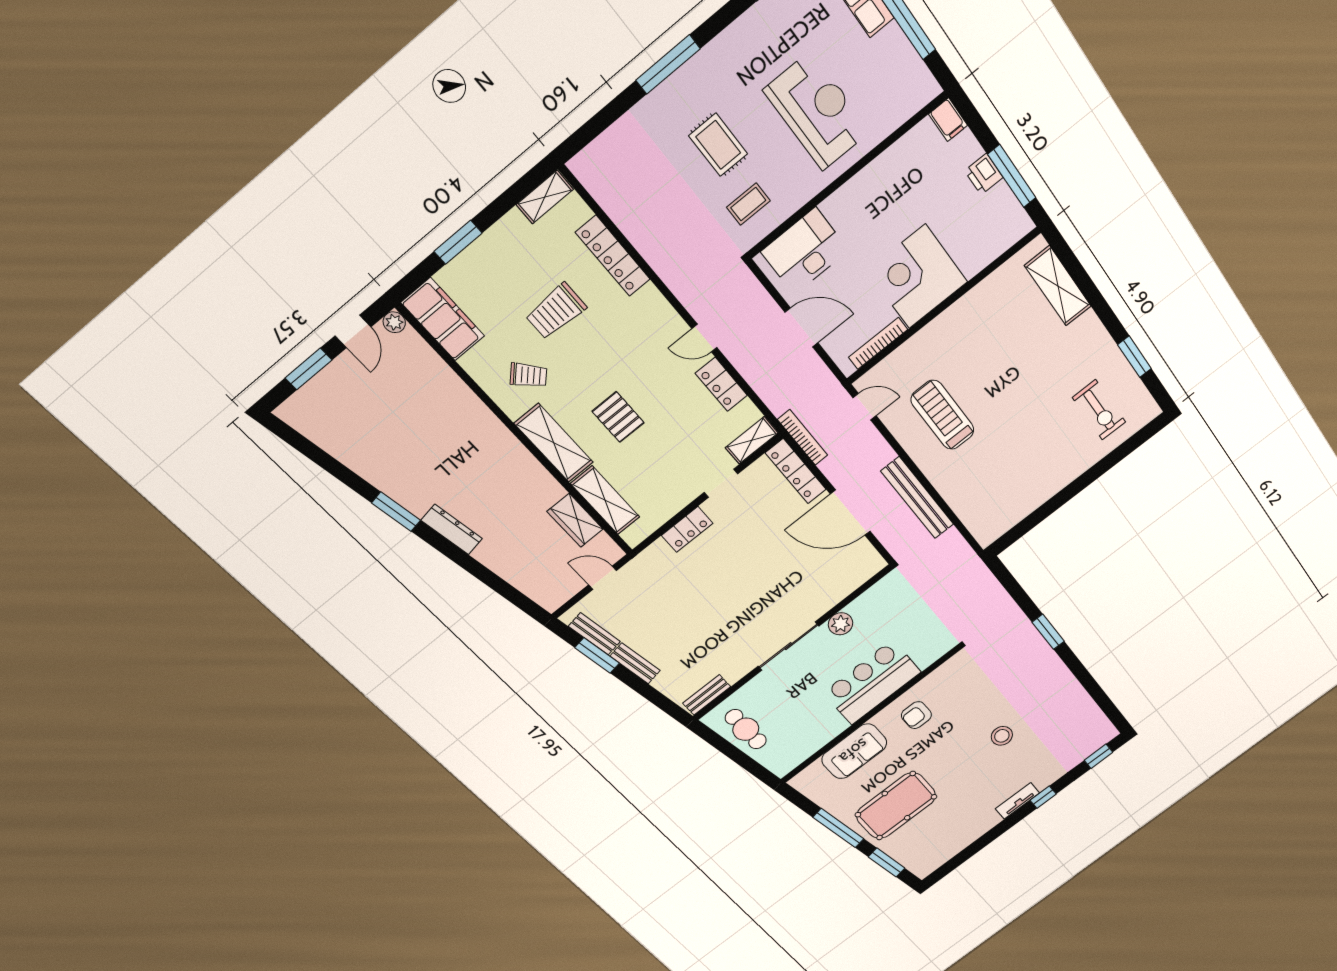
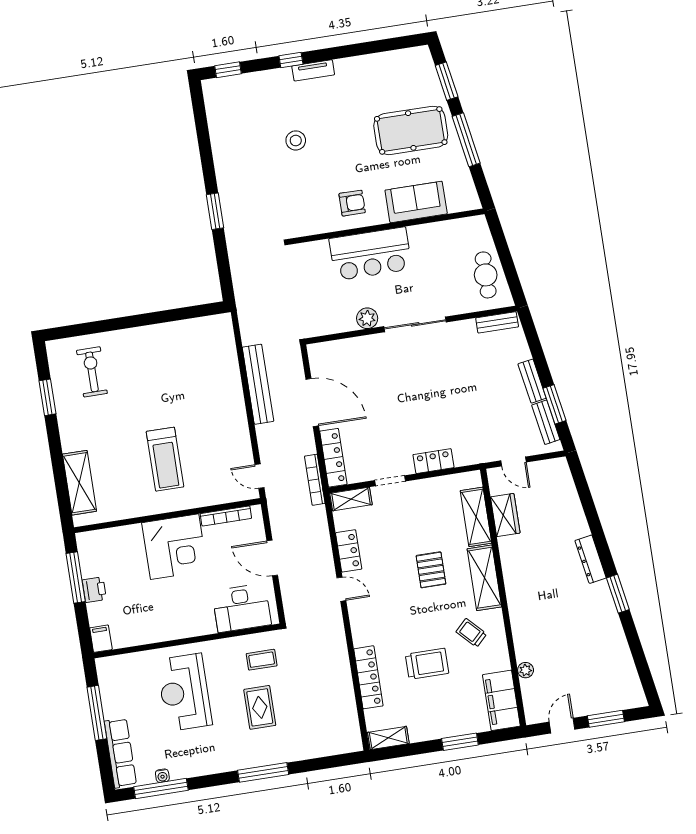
plant: (394, 322) -> (526, 670), moved
treadmill: (943, 415) -> (165, 459), moved

